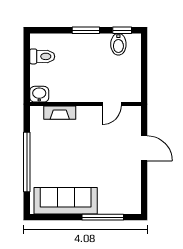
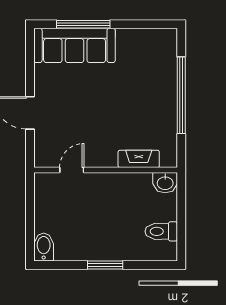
window: (122, 30) -> (58, 265), removed
bidet: (118, 44) -> (44, 247), moved
sofa: (66, 201) -> (75, 45), moved

